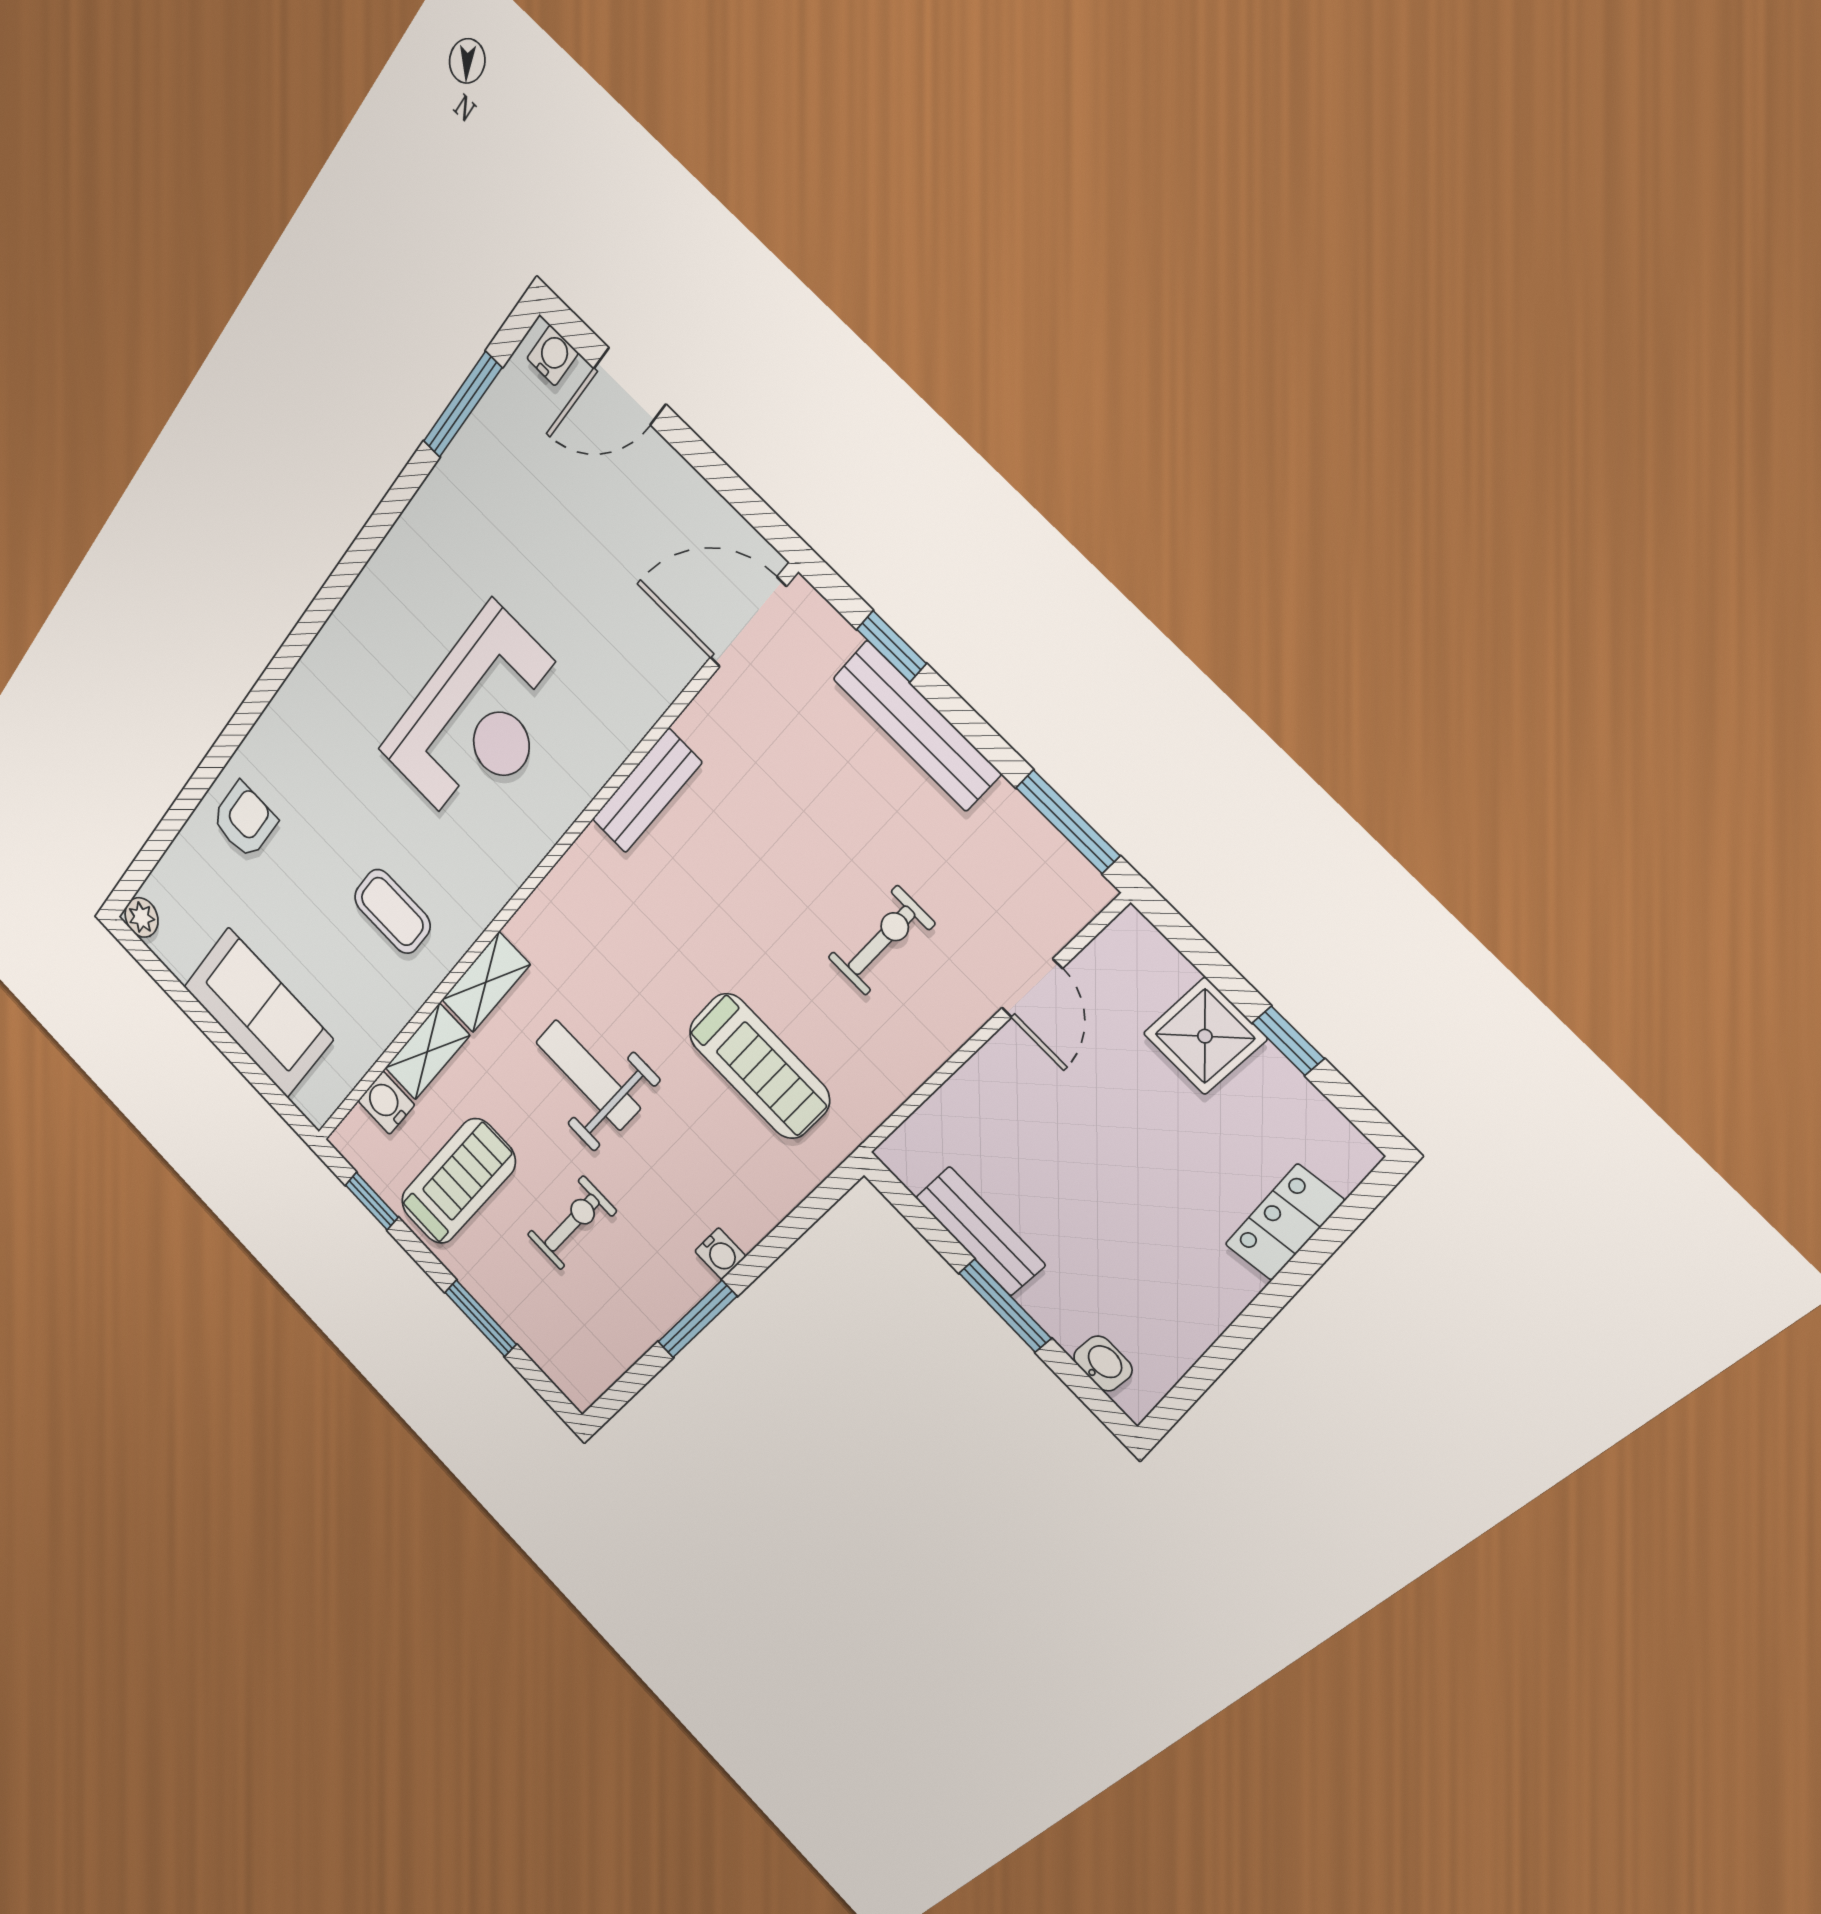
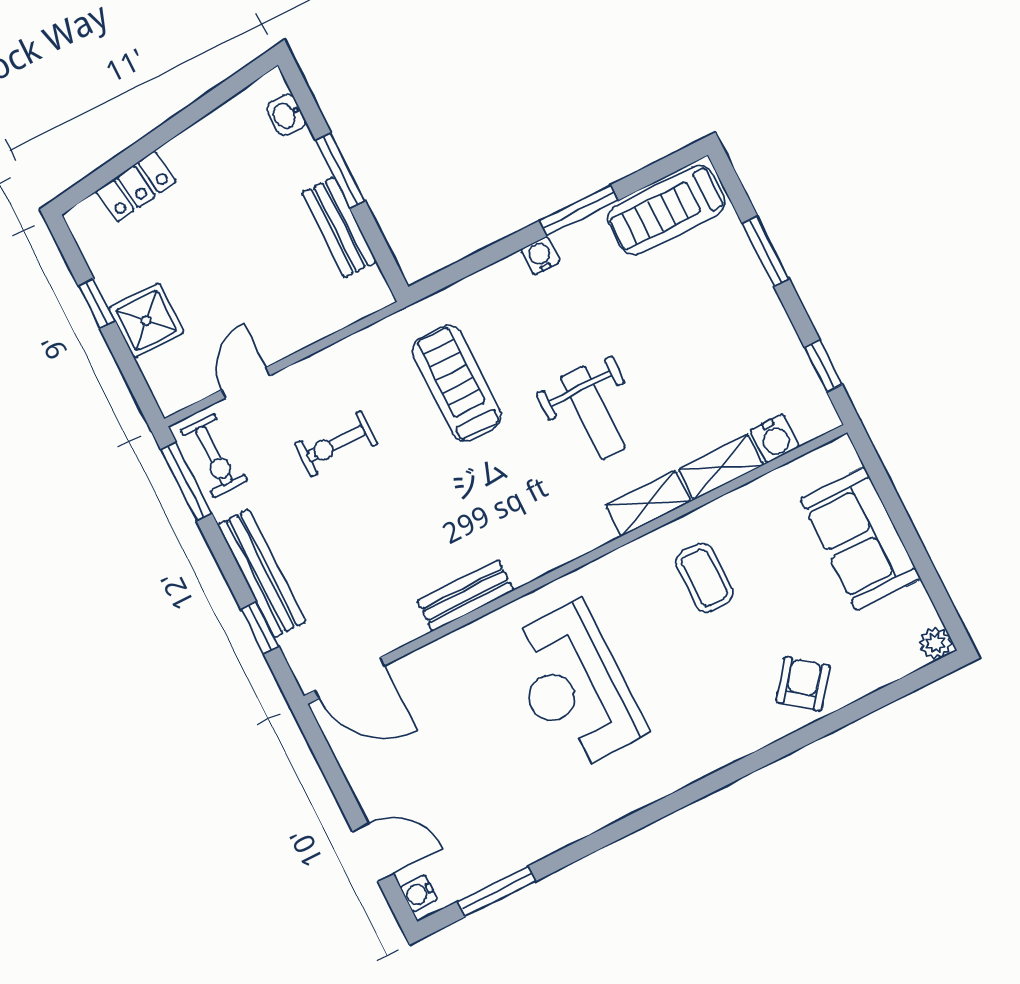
reception desk: (478, 720) -> (574, 686), turned -90
armchair: (245, 820) -> (803, 684), turned 128
treadmill: (458, 1182) -> (667, 210), moved
exercise bike: (572, 1223) -> (214, 456), moved, turned -90

